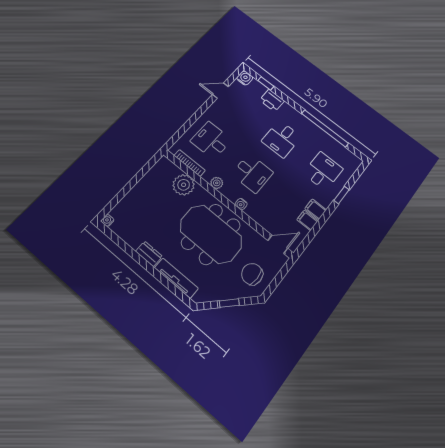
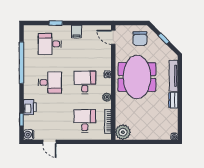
desk: (211, 140) -> (85, 121), turned 180
plant: (184, 185) -> (123, 132), moved
filing cabinet: (307, 220) -> (87, 31), removed

